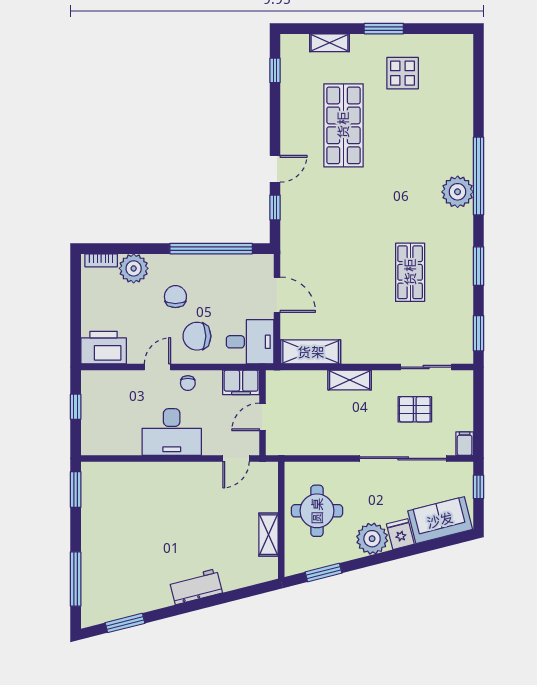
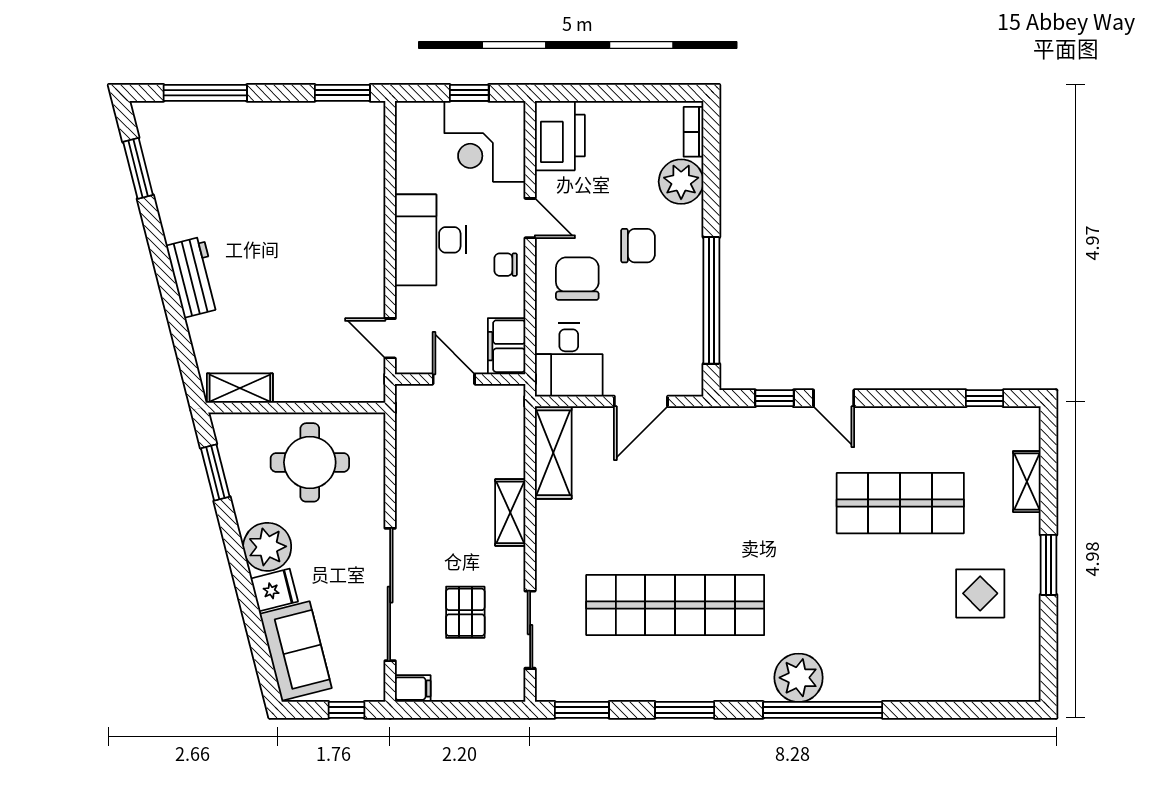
shop shelf: (410, 272) -> (675, 605), width x2.00, depth x1.36
corner desk: (107, 397) -> (485, 141), added
shelving: (268, 535) -> (240, 388), moved

